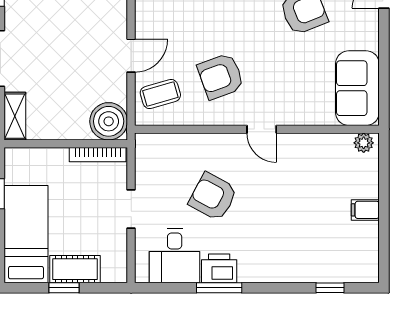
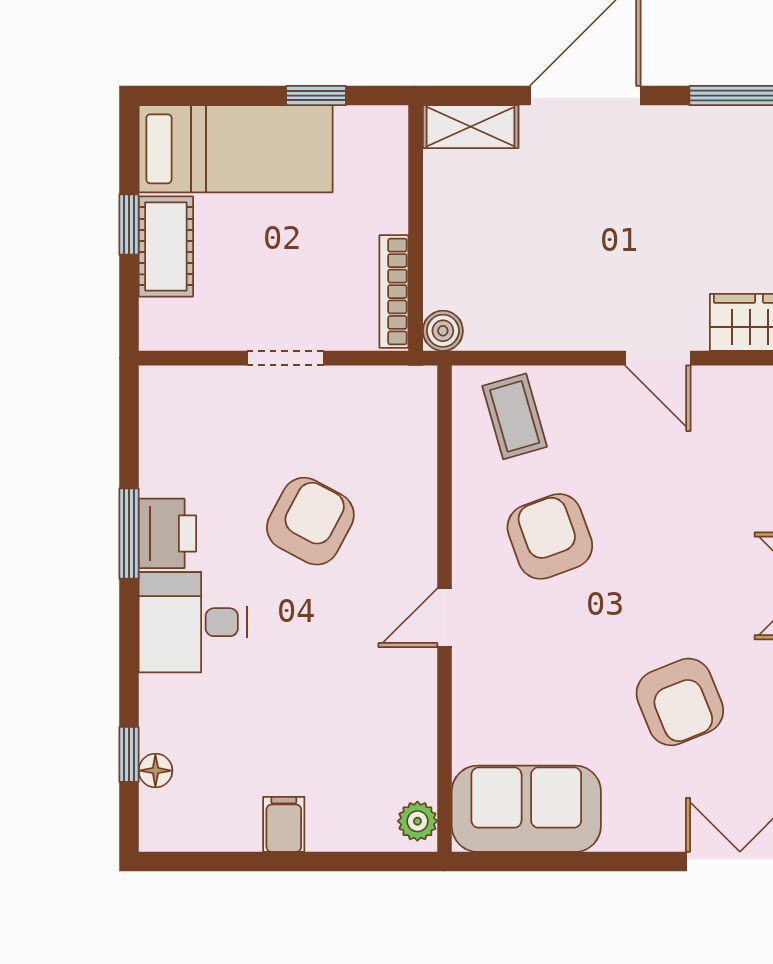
door: (131, 56) -> (658, 358), moved
boiler: (109, 121) -> (443, 331), width x0.54, depth x0.54
desk: (175, 256) -> (193, 622), moved
floor lamp: (338, 274) -> (155, 771), added

